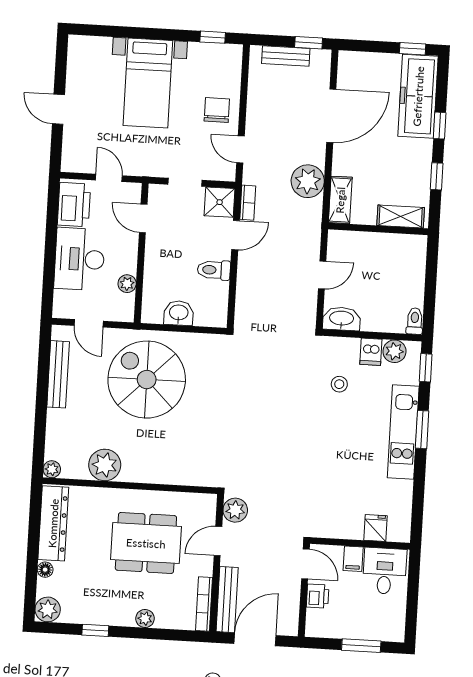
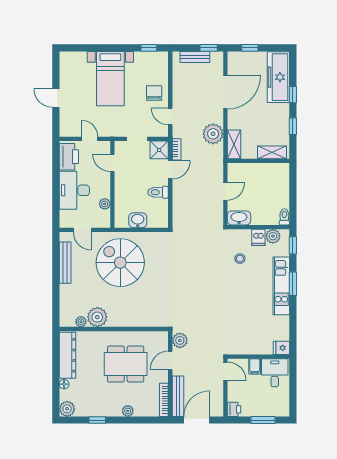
window: (413, 49) -> (250, 48), moved
plant: (52, 469) -> (81, 322), moved
fridge: (375, 528) -> (281, 348), moved, turned -90
printer: (318, 596) -> (234, 409), moved

